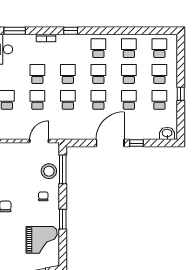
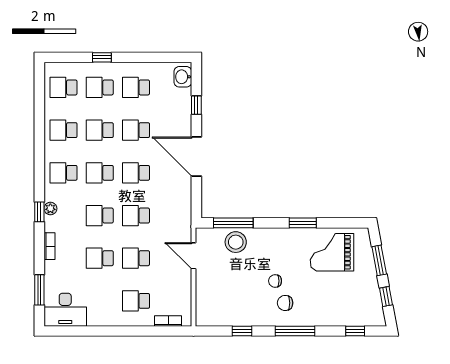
plant: (73, 39) -> (50, 209), added
window: (181, 94) -> (102, 57), moved
window: (136, 143) -> (196, 105), moved
chair: (43, 196) -> (275, 281), moved
grand piano: (42, 240) -> (332, 252), turned -90

